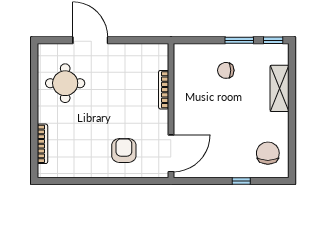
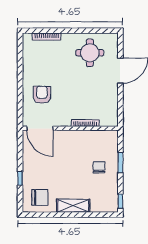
window: (239, 40) -> (120, 162), moved
shelving: (279, 88) -> (73, 206), moved
armchair: (124, 150) -> (42, 95), turned -89

